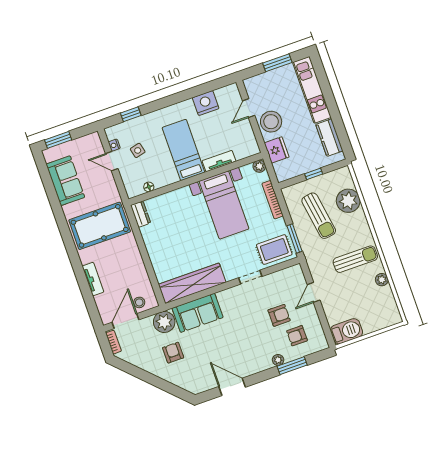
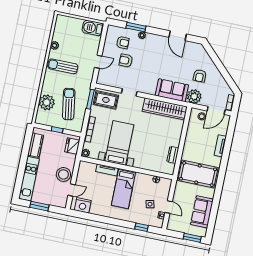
nightstand: (206, 103) -> (83, 205), moved
fridge: (277, 150) -> (72, 146), moved
dresser: (141, 214) -> (173, 155), moved

